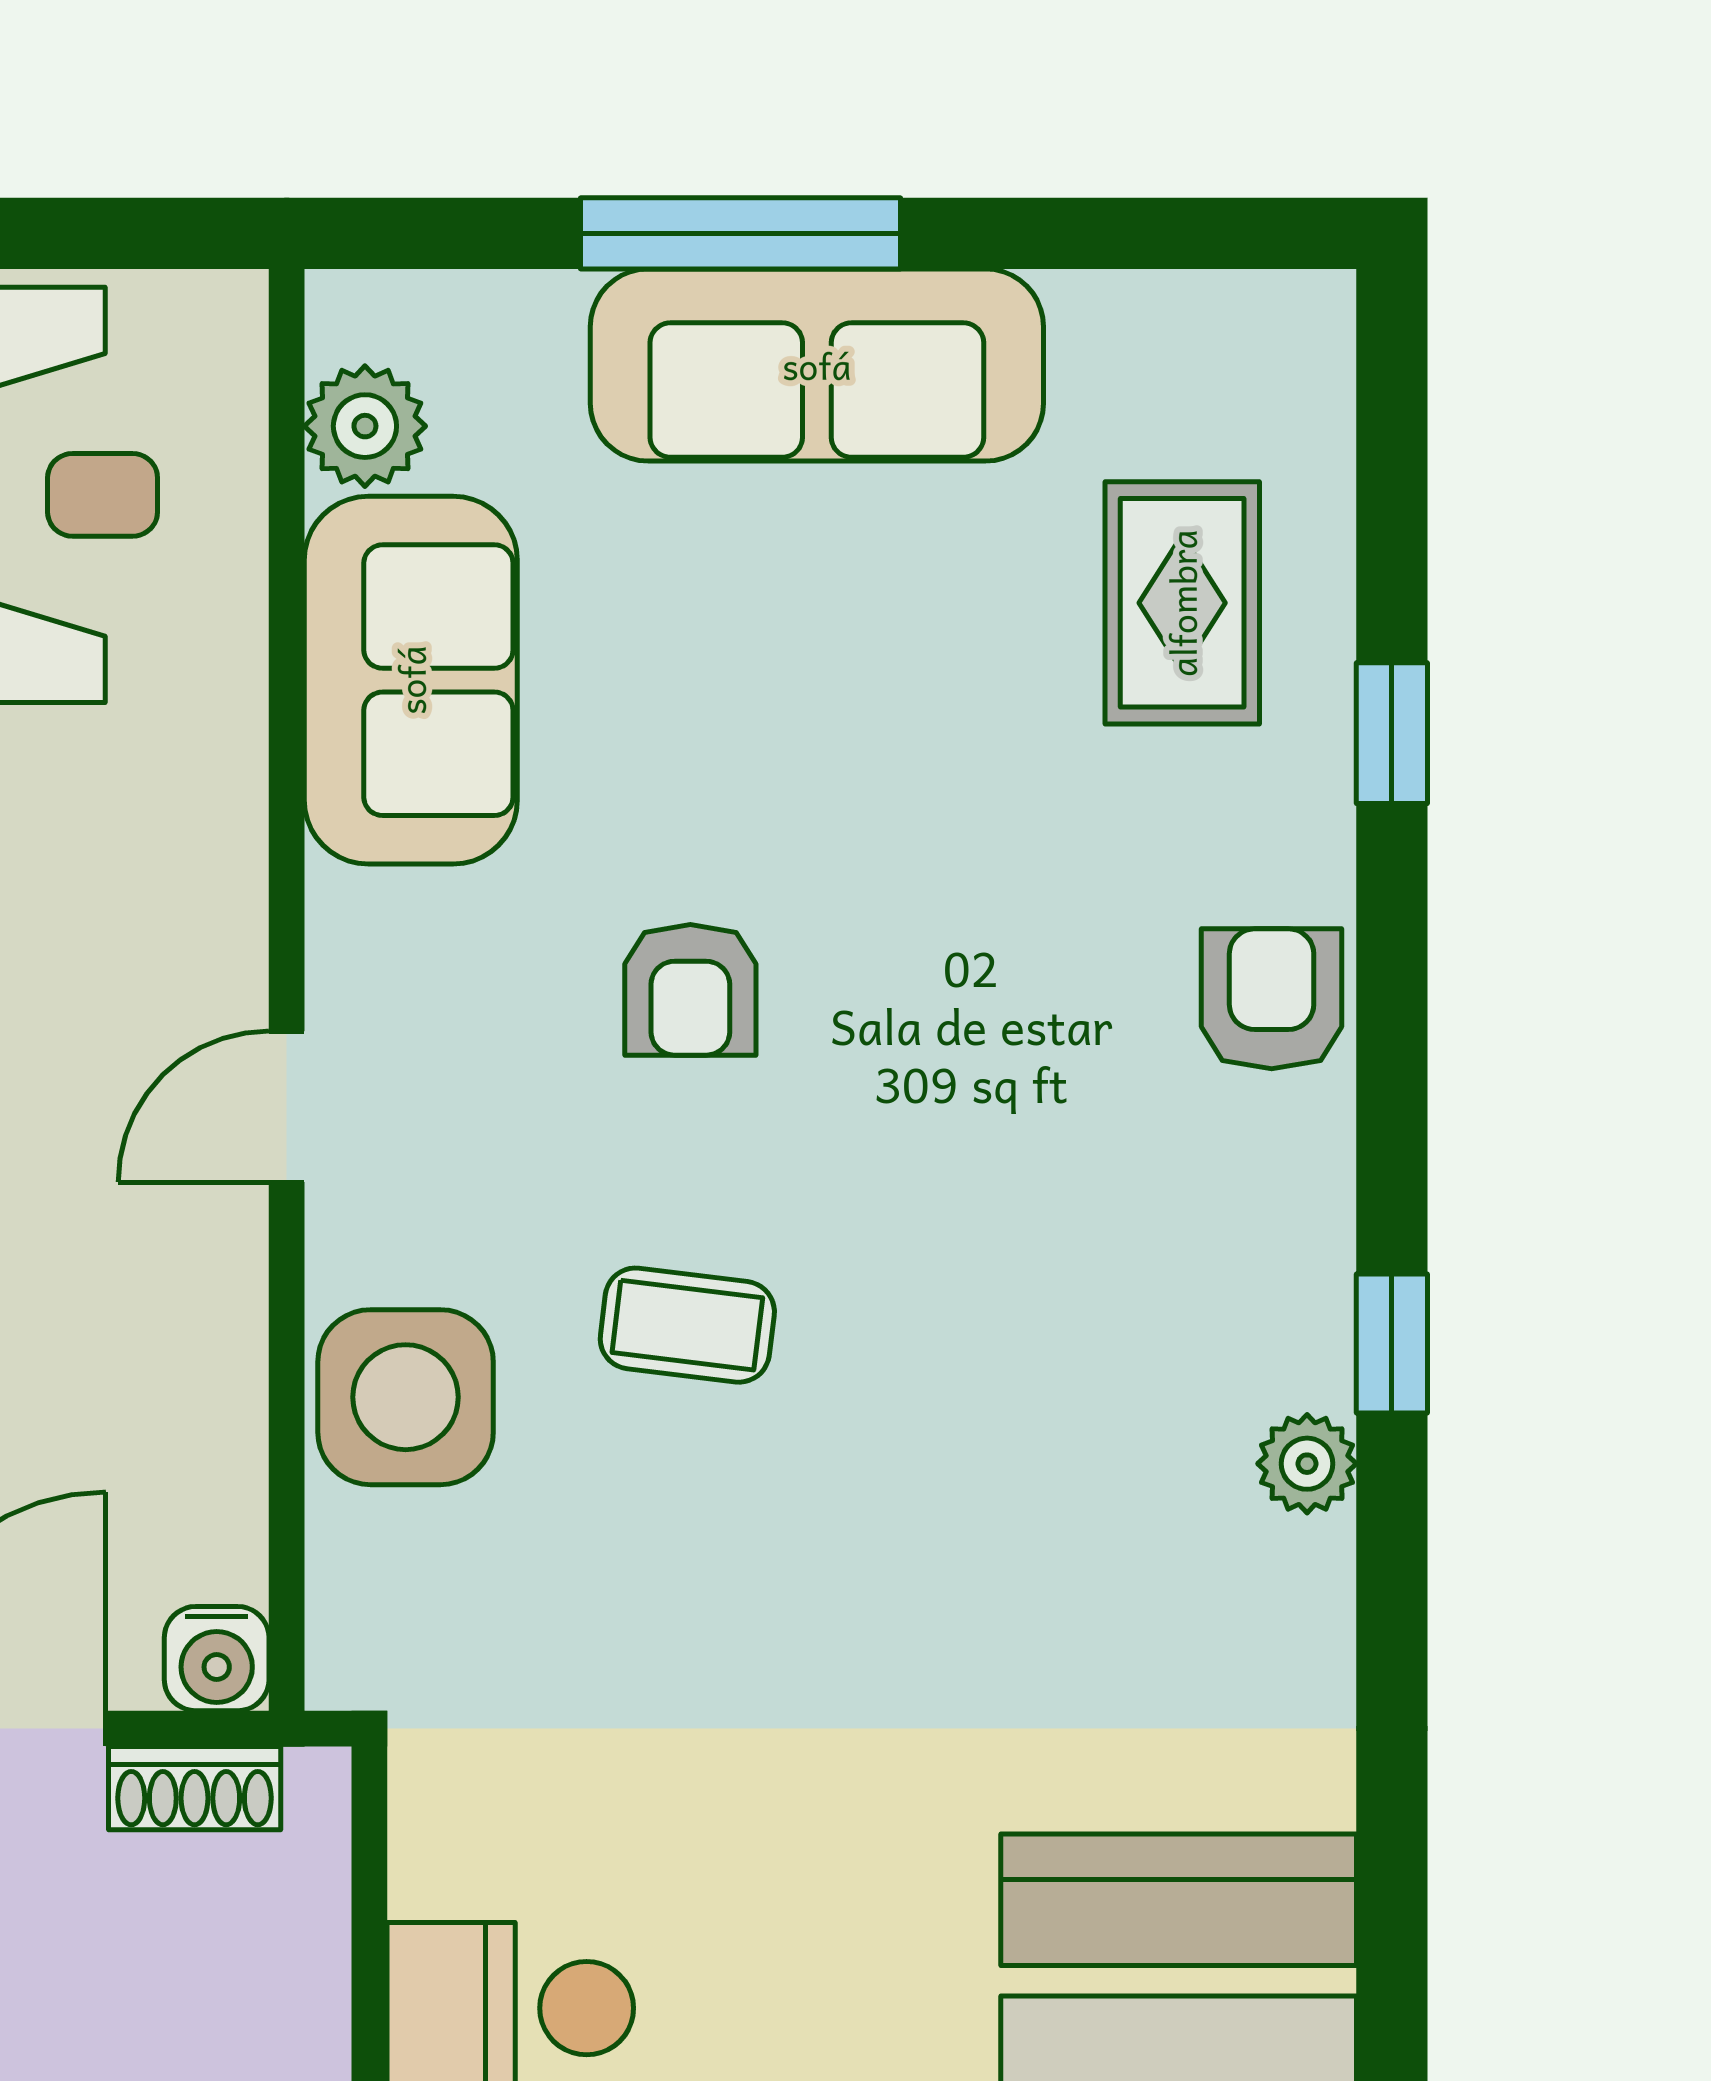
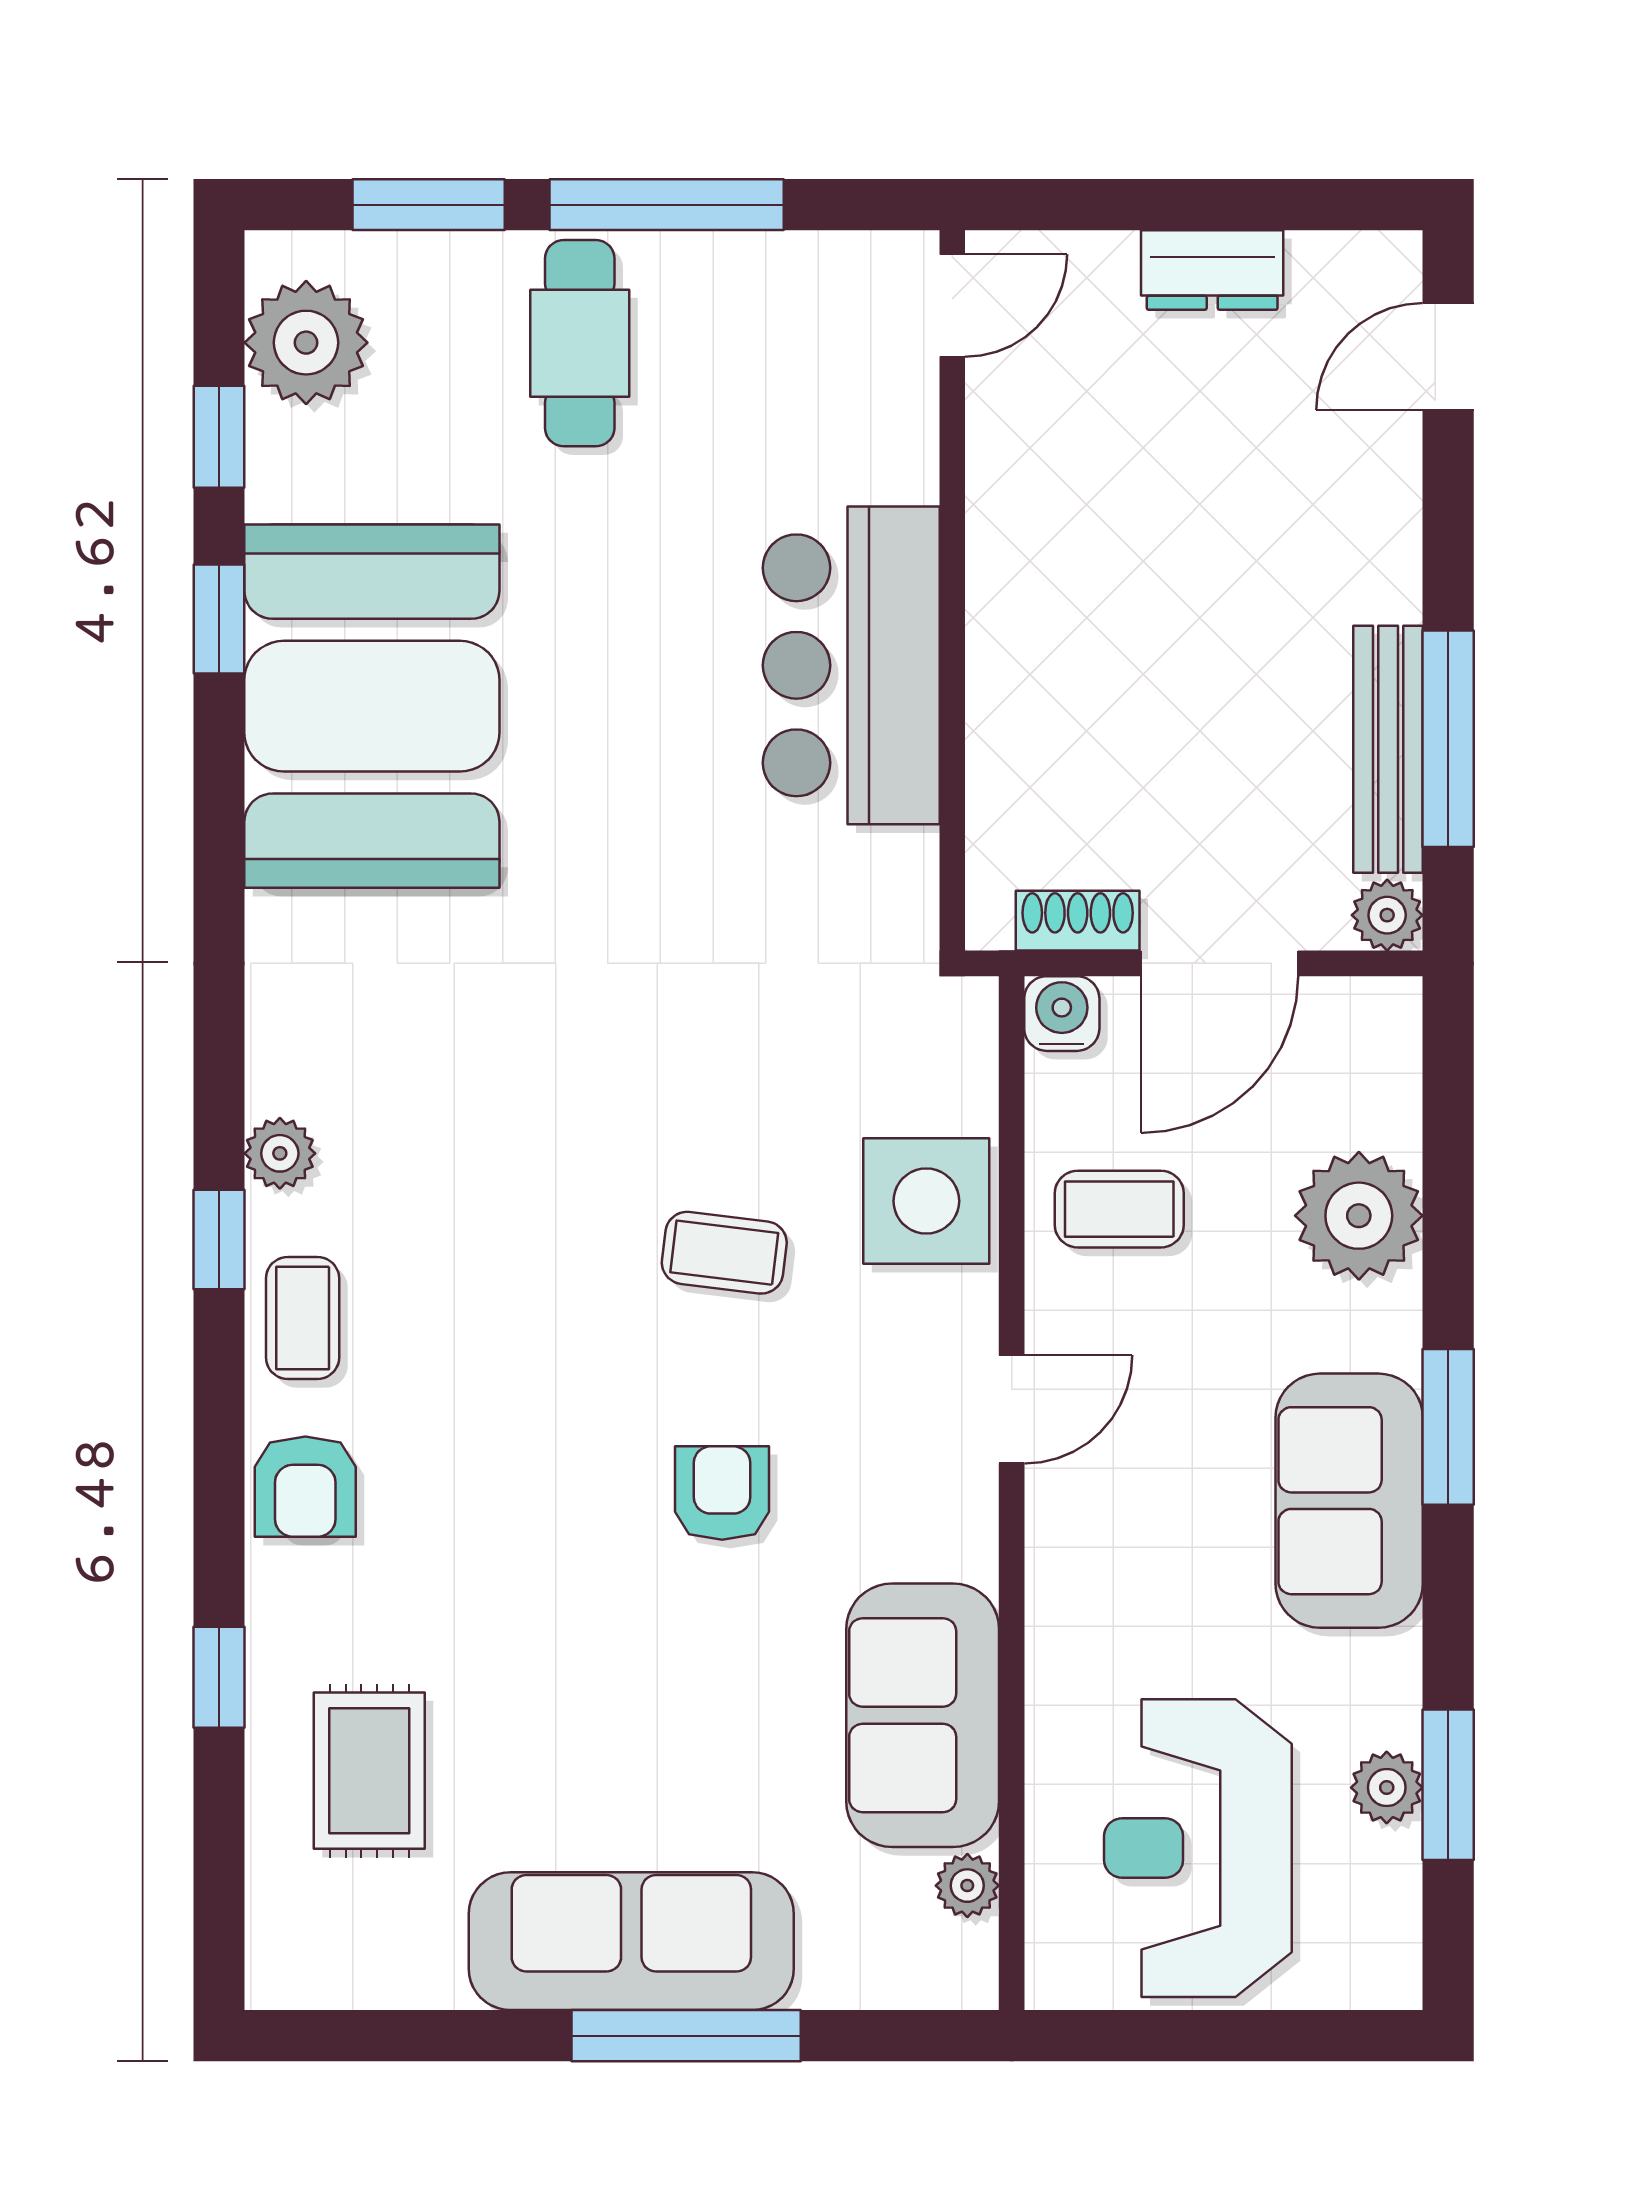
plant: (365, 426) -> (967, 1886), width x0.73, depth x0.73
coffee table: (1275, 1234) -> (303, 1318), added
coffee table: (136, 1386) -> (1119, 1209), added

